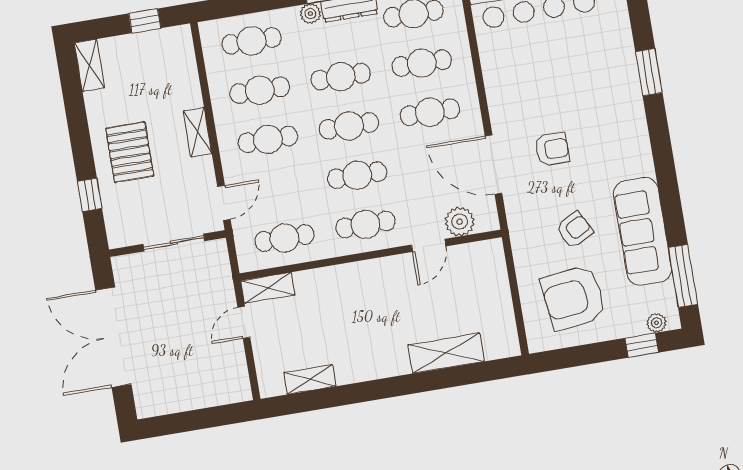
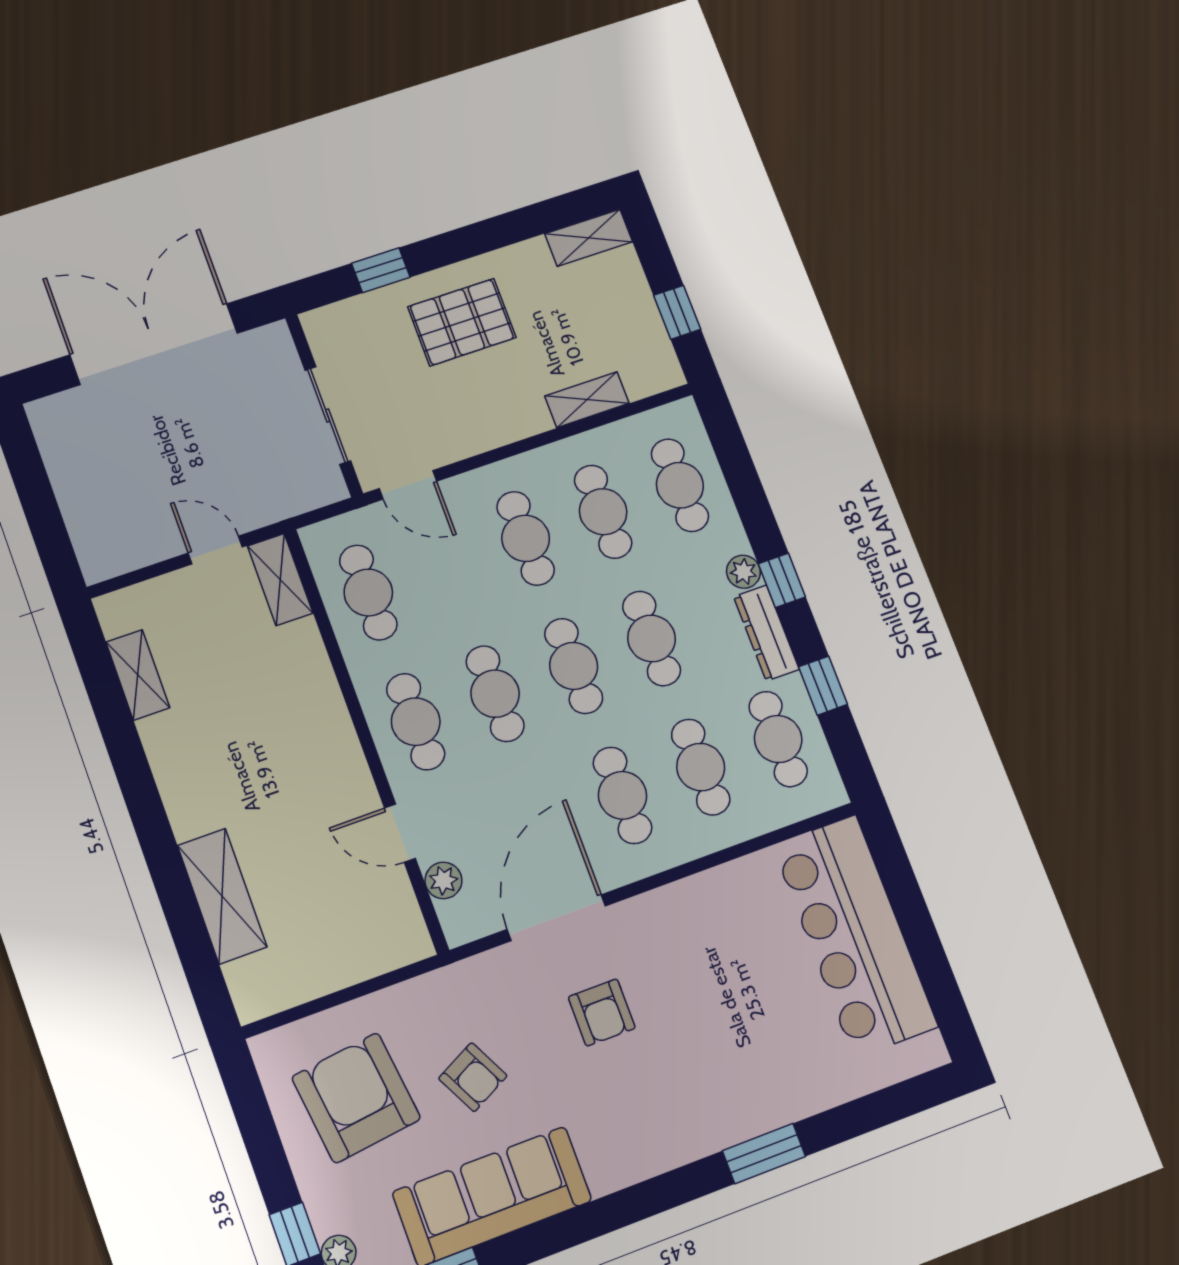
shelving: (198, 132) -> (587, 400), moved
plant: (460, 222) -> (443, 880), width x0.73, depth x0.73

